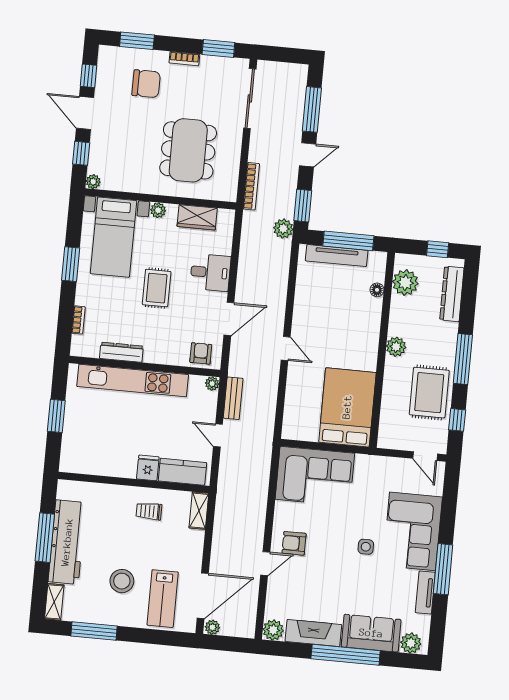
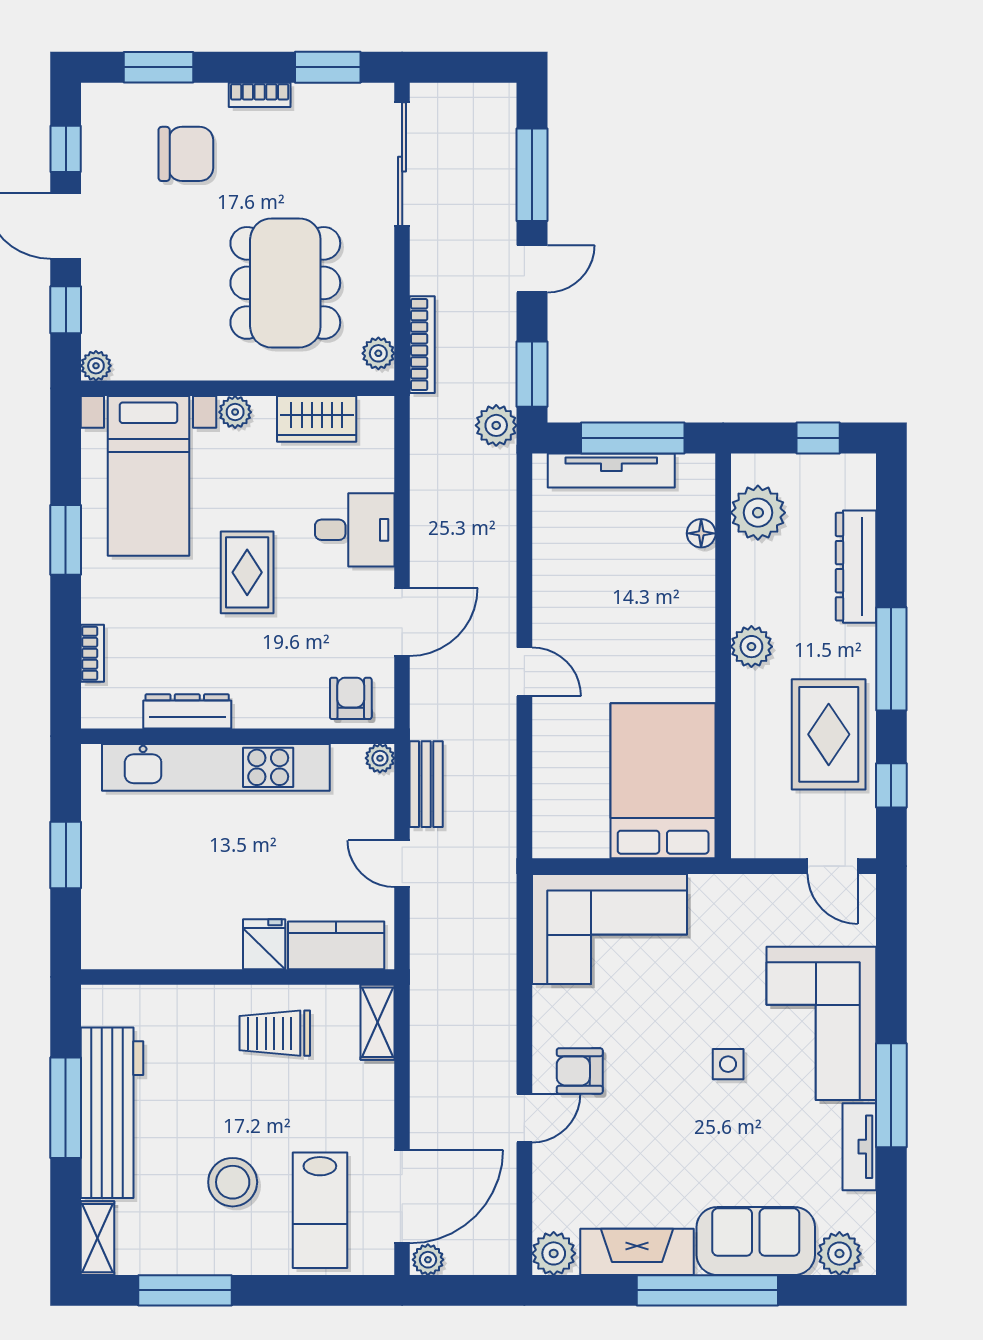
plant: (230, 189) -> (378, 353), added
dresser: (452, 294) -> (856, 567), moved
trolley: (149, 511) -> (275, 1033), width x1.36, depth x1.39

